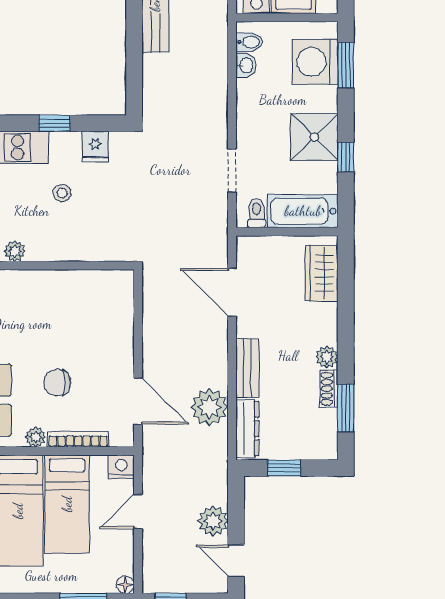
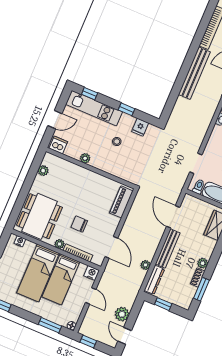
piano: (120, 306) -> (121, 202), added
bench: (247, 368) -> (168, 248), width x1.36
plant: (209, 407) -> (145, 265), width x0.53, depth x0.53
door: (138, 511) -> (91, 296), swing flipped

